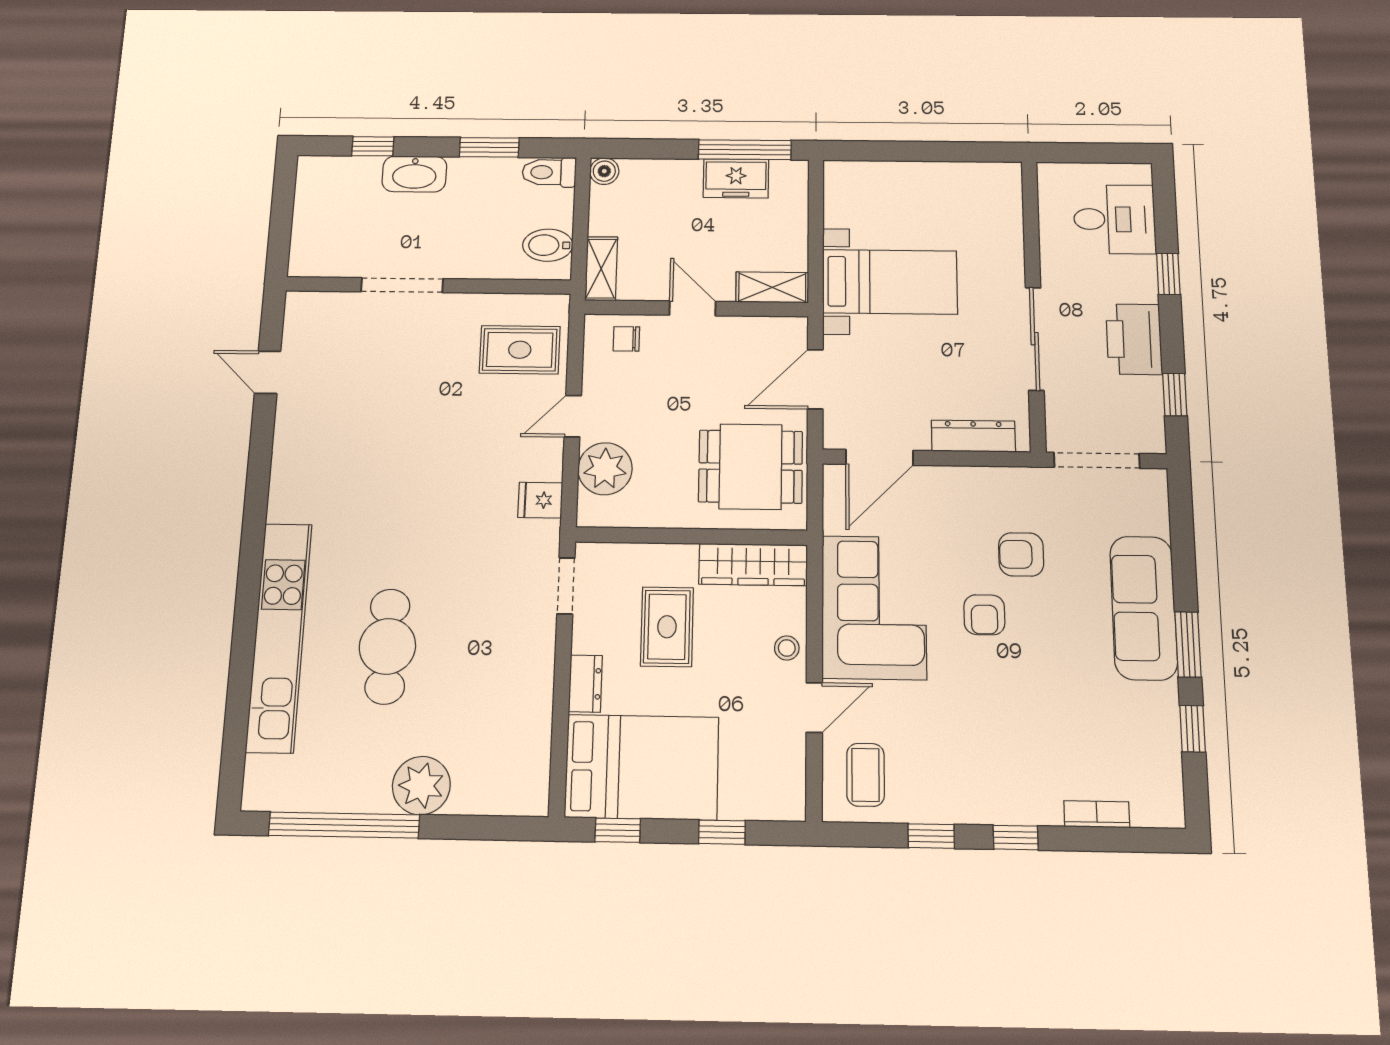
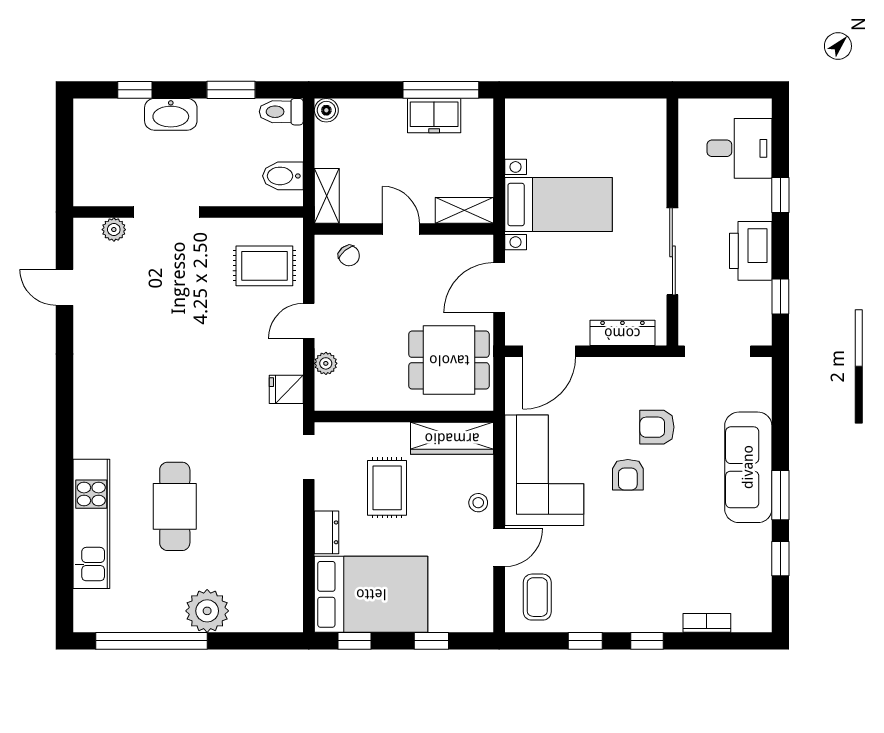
plant: (335, 305) -> (114, 230), added
chair: (626, 339) -> (349, 256), turned -129
plant: (605, 469) -> (326, 363), width x0.53, depth x0.53
kitchen unit: (279, 637) -> (91, 524), width x0.73

